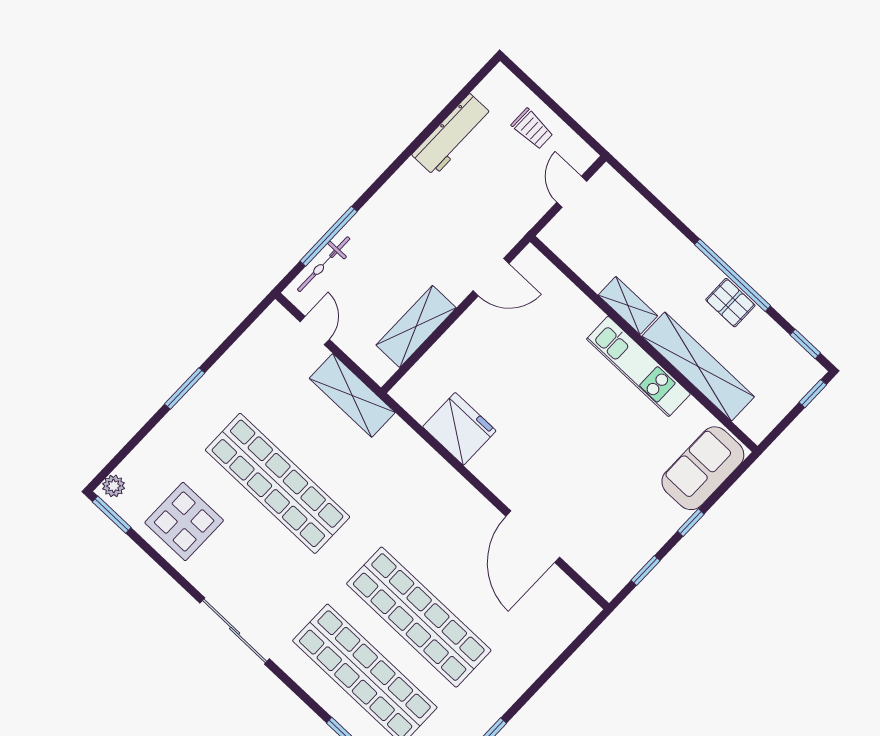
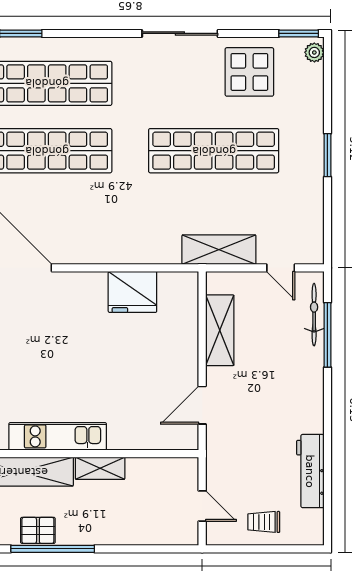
sliding door: (235, 631) -> (180, 33), moved

